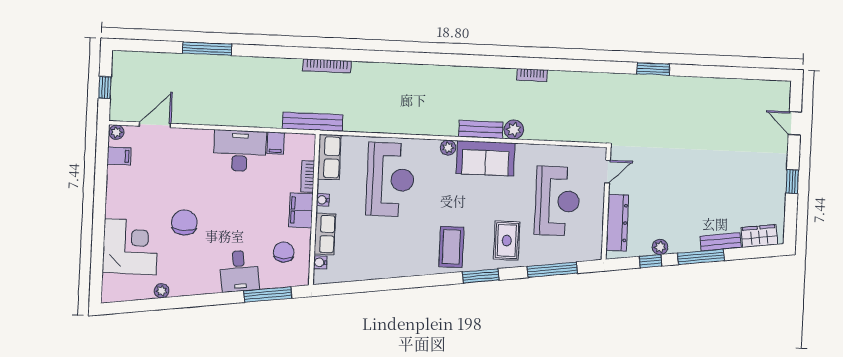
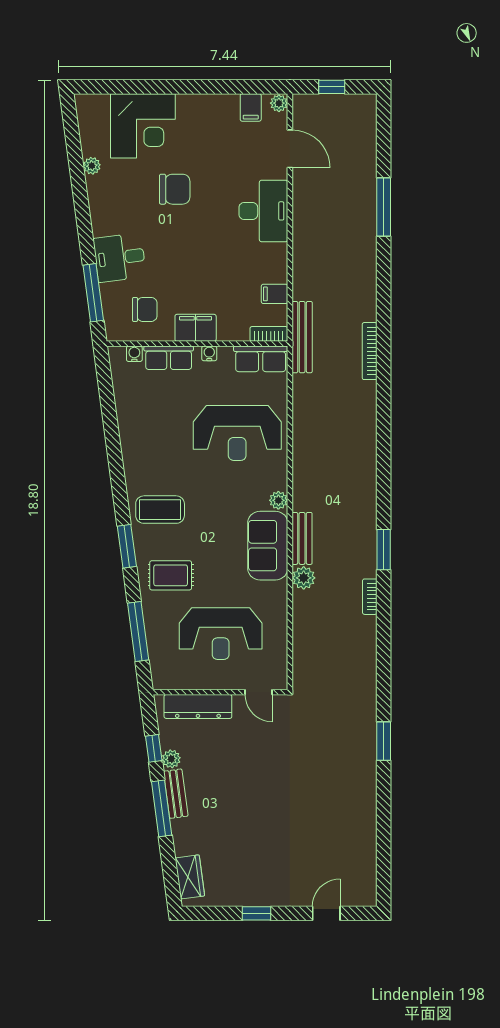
window: (493, 62) -> (384, 550), added
desk: (240, 151) -> (263, 211), moved
bookcase: (308, 176) -> (269, 334), moved
bench: (721, 242) -> (176, 794), moved

